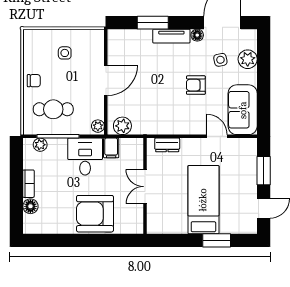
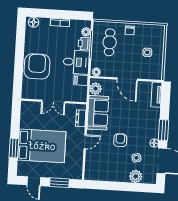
window: (153, 23) -> (163, 130), moved
tv unit: (171, 36) -> (156, 95), moved
sofa: (243, 110) -> (98, 113), moved, turned 90
door: (217, 136) -> (85, 142), moved
printer: (57, 146) -> (84, 44), added
double door: (145, 187) -> (53, 101), swing flipped
bed: (203, 200) -> (42, 146), width x1.50
floor lamp: (30, 206) -> (34, 22), moved

